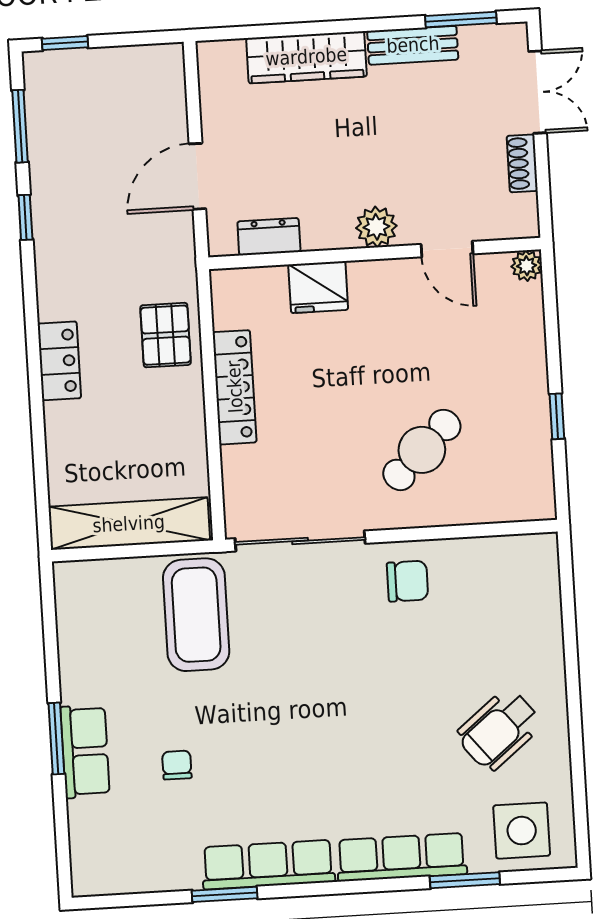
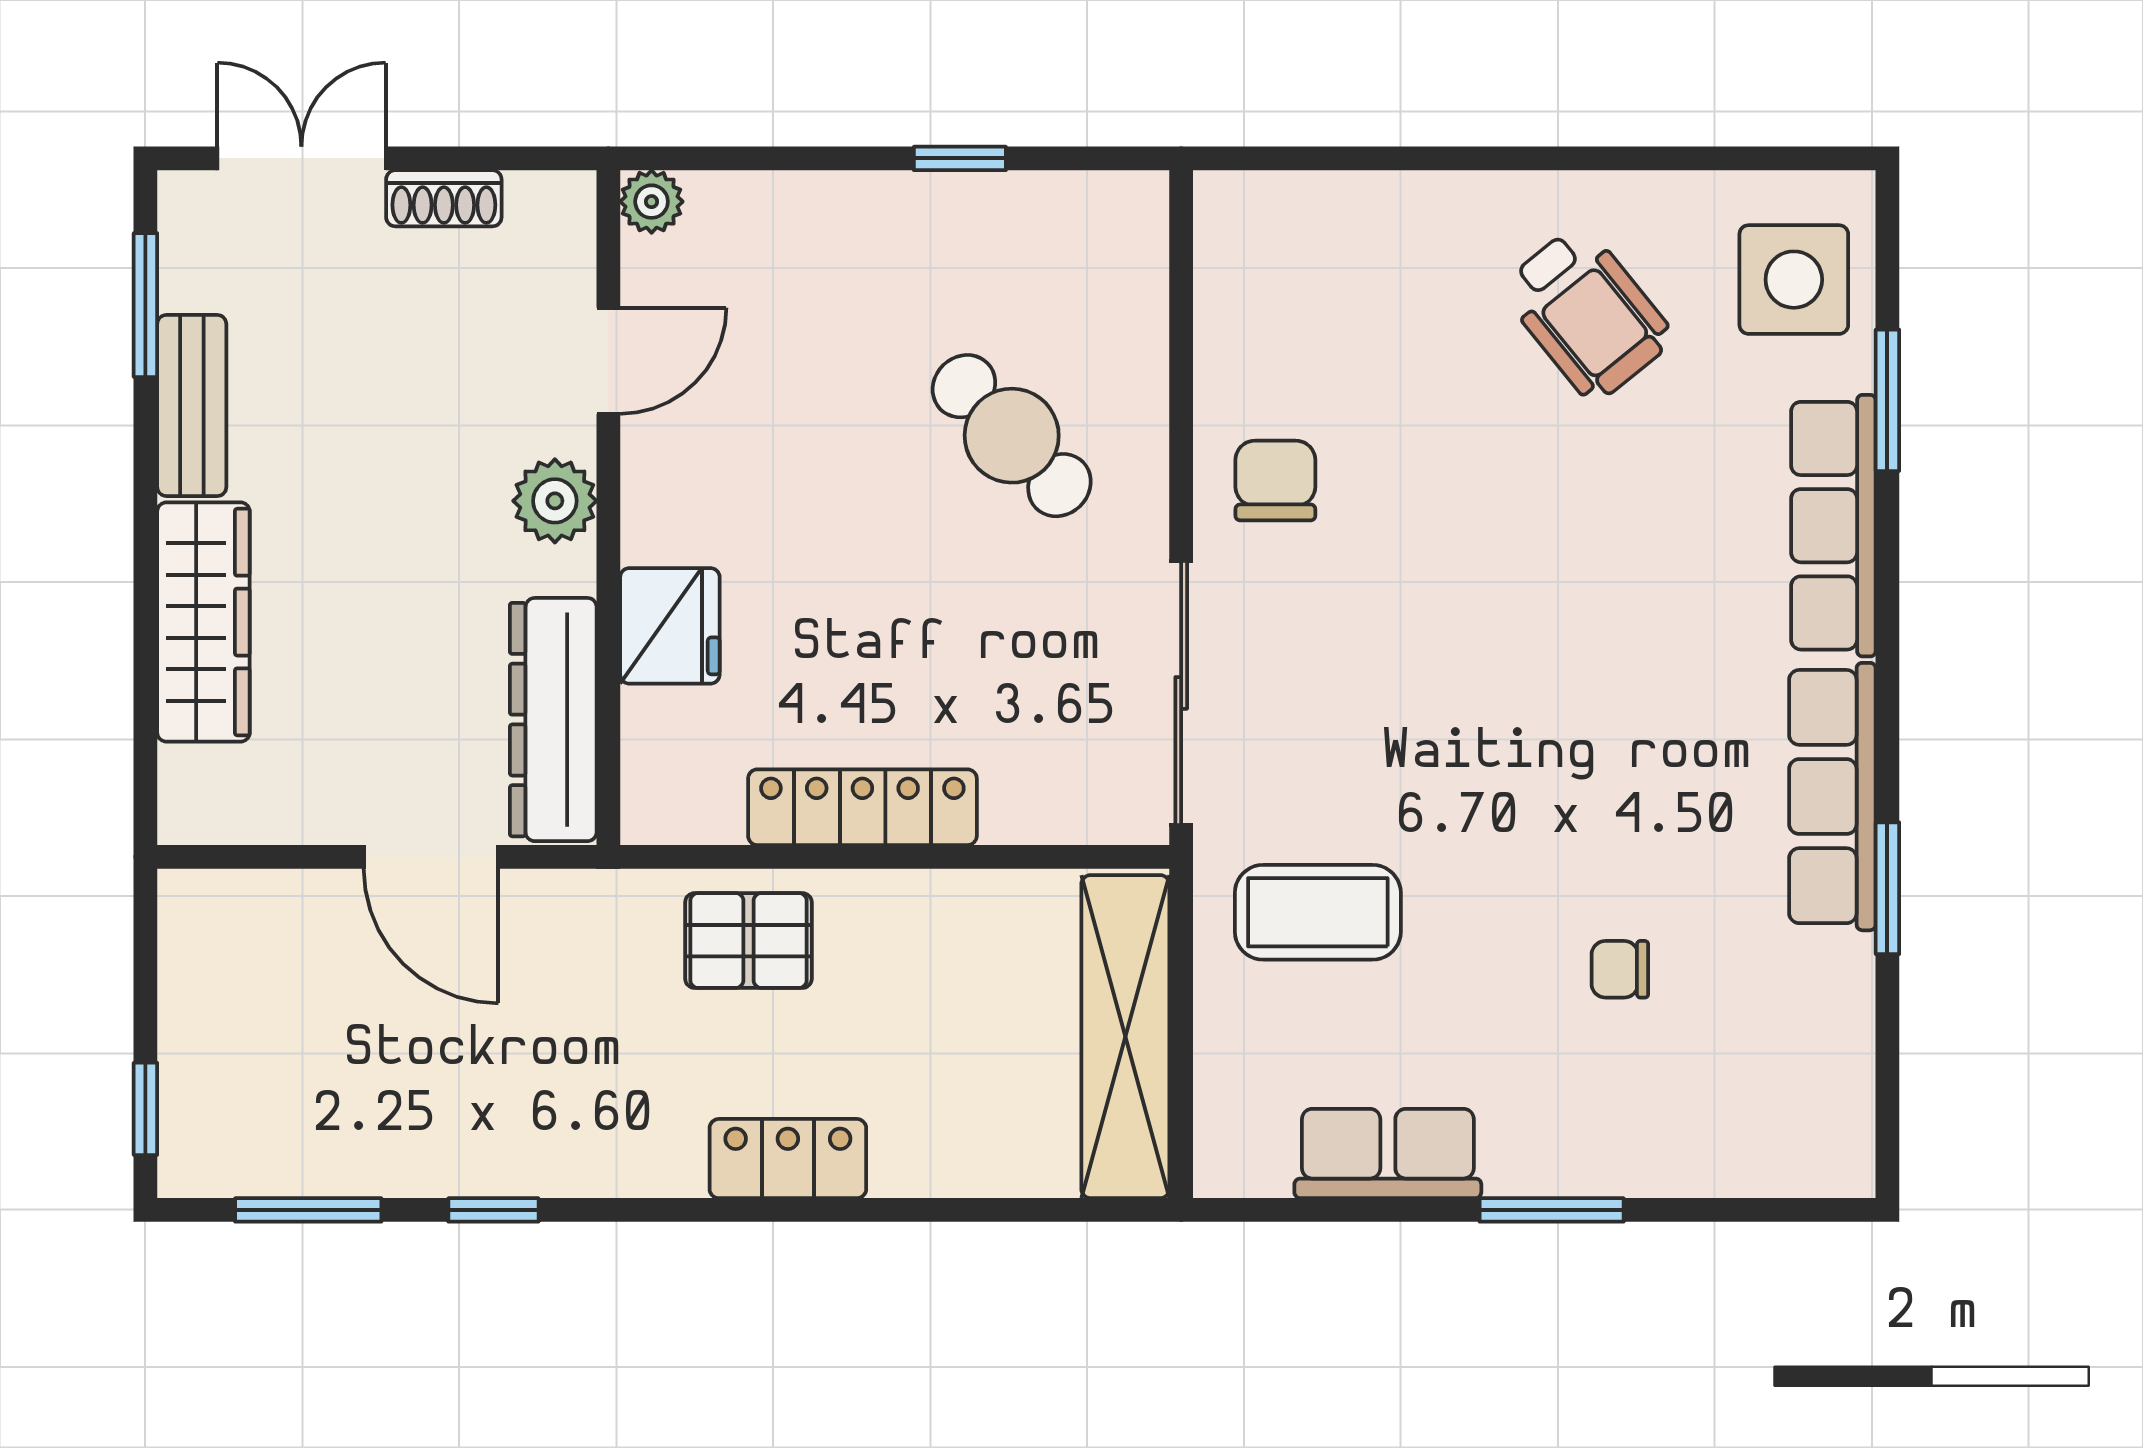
dresser: (269, 237) -> (553, 720), width x1.96, depth x1.24
coffee table: (196, 615) -> (1318, 912), width x0.73, depth x0.76
row of seats: (85, 751) -> (1388, 1153), moved

